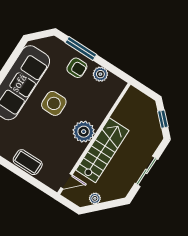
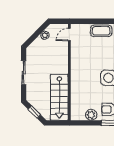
plant: (84, 132) -> (79, 72), removed
stairs: (102, 150) -> (59, 97), moved

